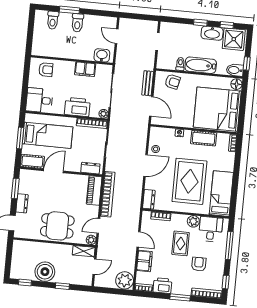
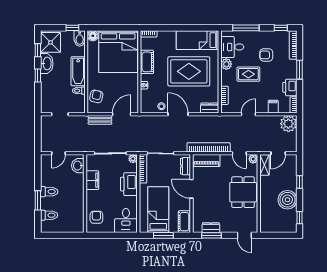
door: (53, 171) -> (191, 189), moved
dresser: (22, 203) -> (211, 228), moved
filing cabinet: (144, 261) -> (273, 107), width x0.50
door: (94, 267) -> (278, 153), swing flipped

